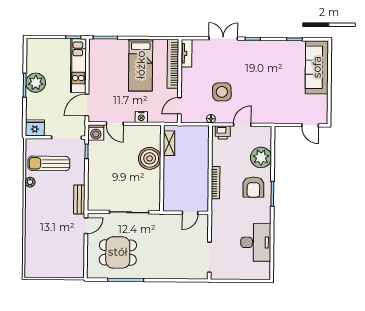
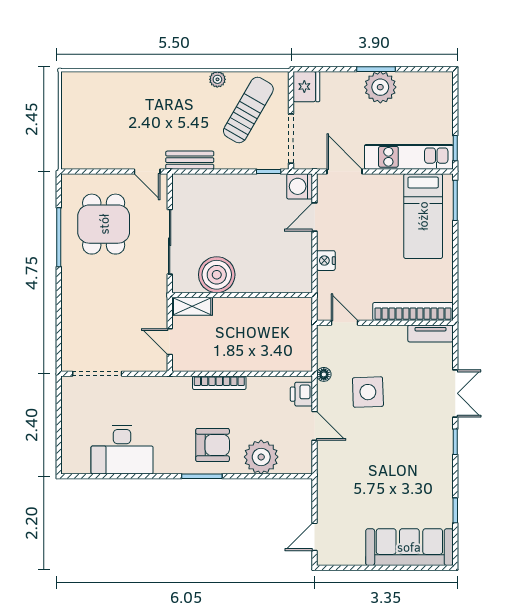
bed: (141, 65) -> (423, 216), moved, turned -90
shelving: (169, 143) -> (192, 306), moved
boiler: (150, 158) -> (217, 275), moved
sun lounger: (49, 163) -> (248, 110), turned 30
armchair: (253, 187) -> (213, 445), turned 180

